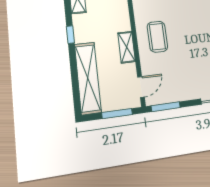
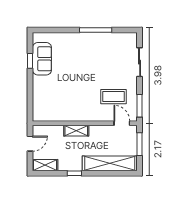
coffee table: (157, 37) -> (113, 97), moved
shelving: (127, 47) -> (76, 131), moved

